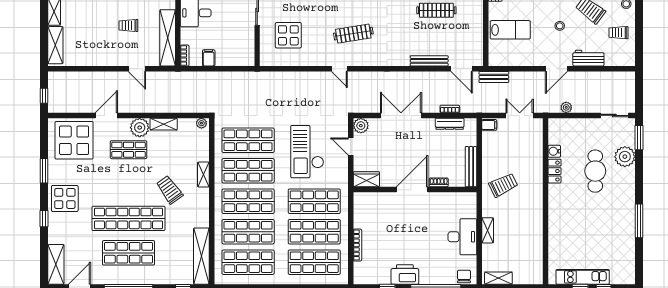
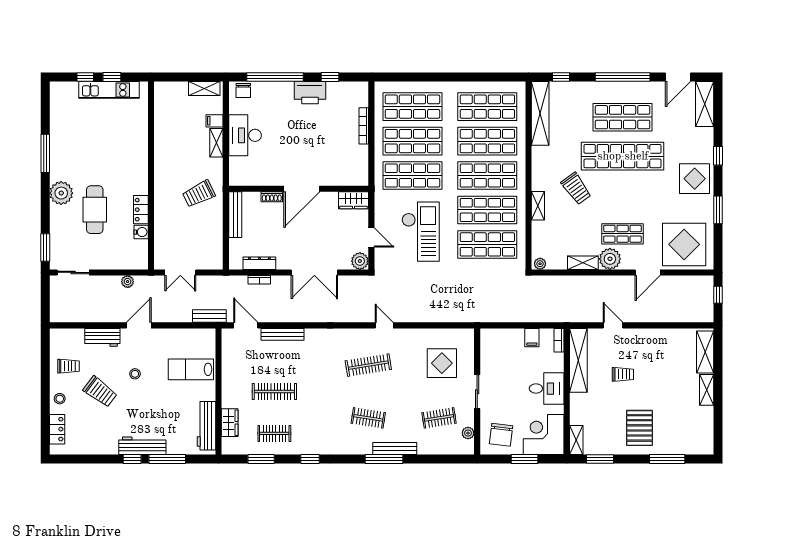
filing cabinet: (489, 125) -> (215, 121), moved
plant: (625, 157) -> (61, 193), moved

